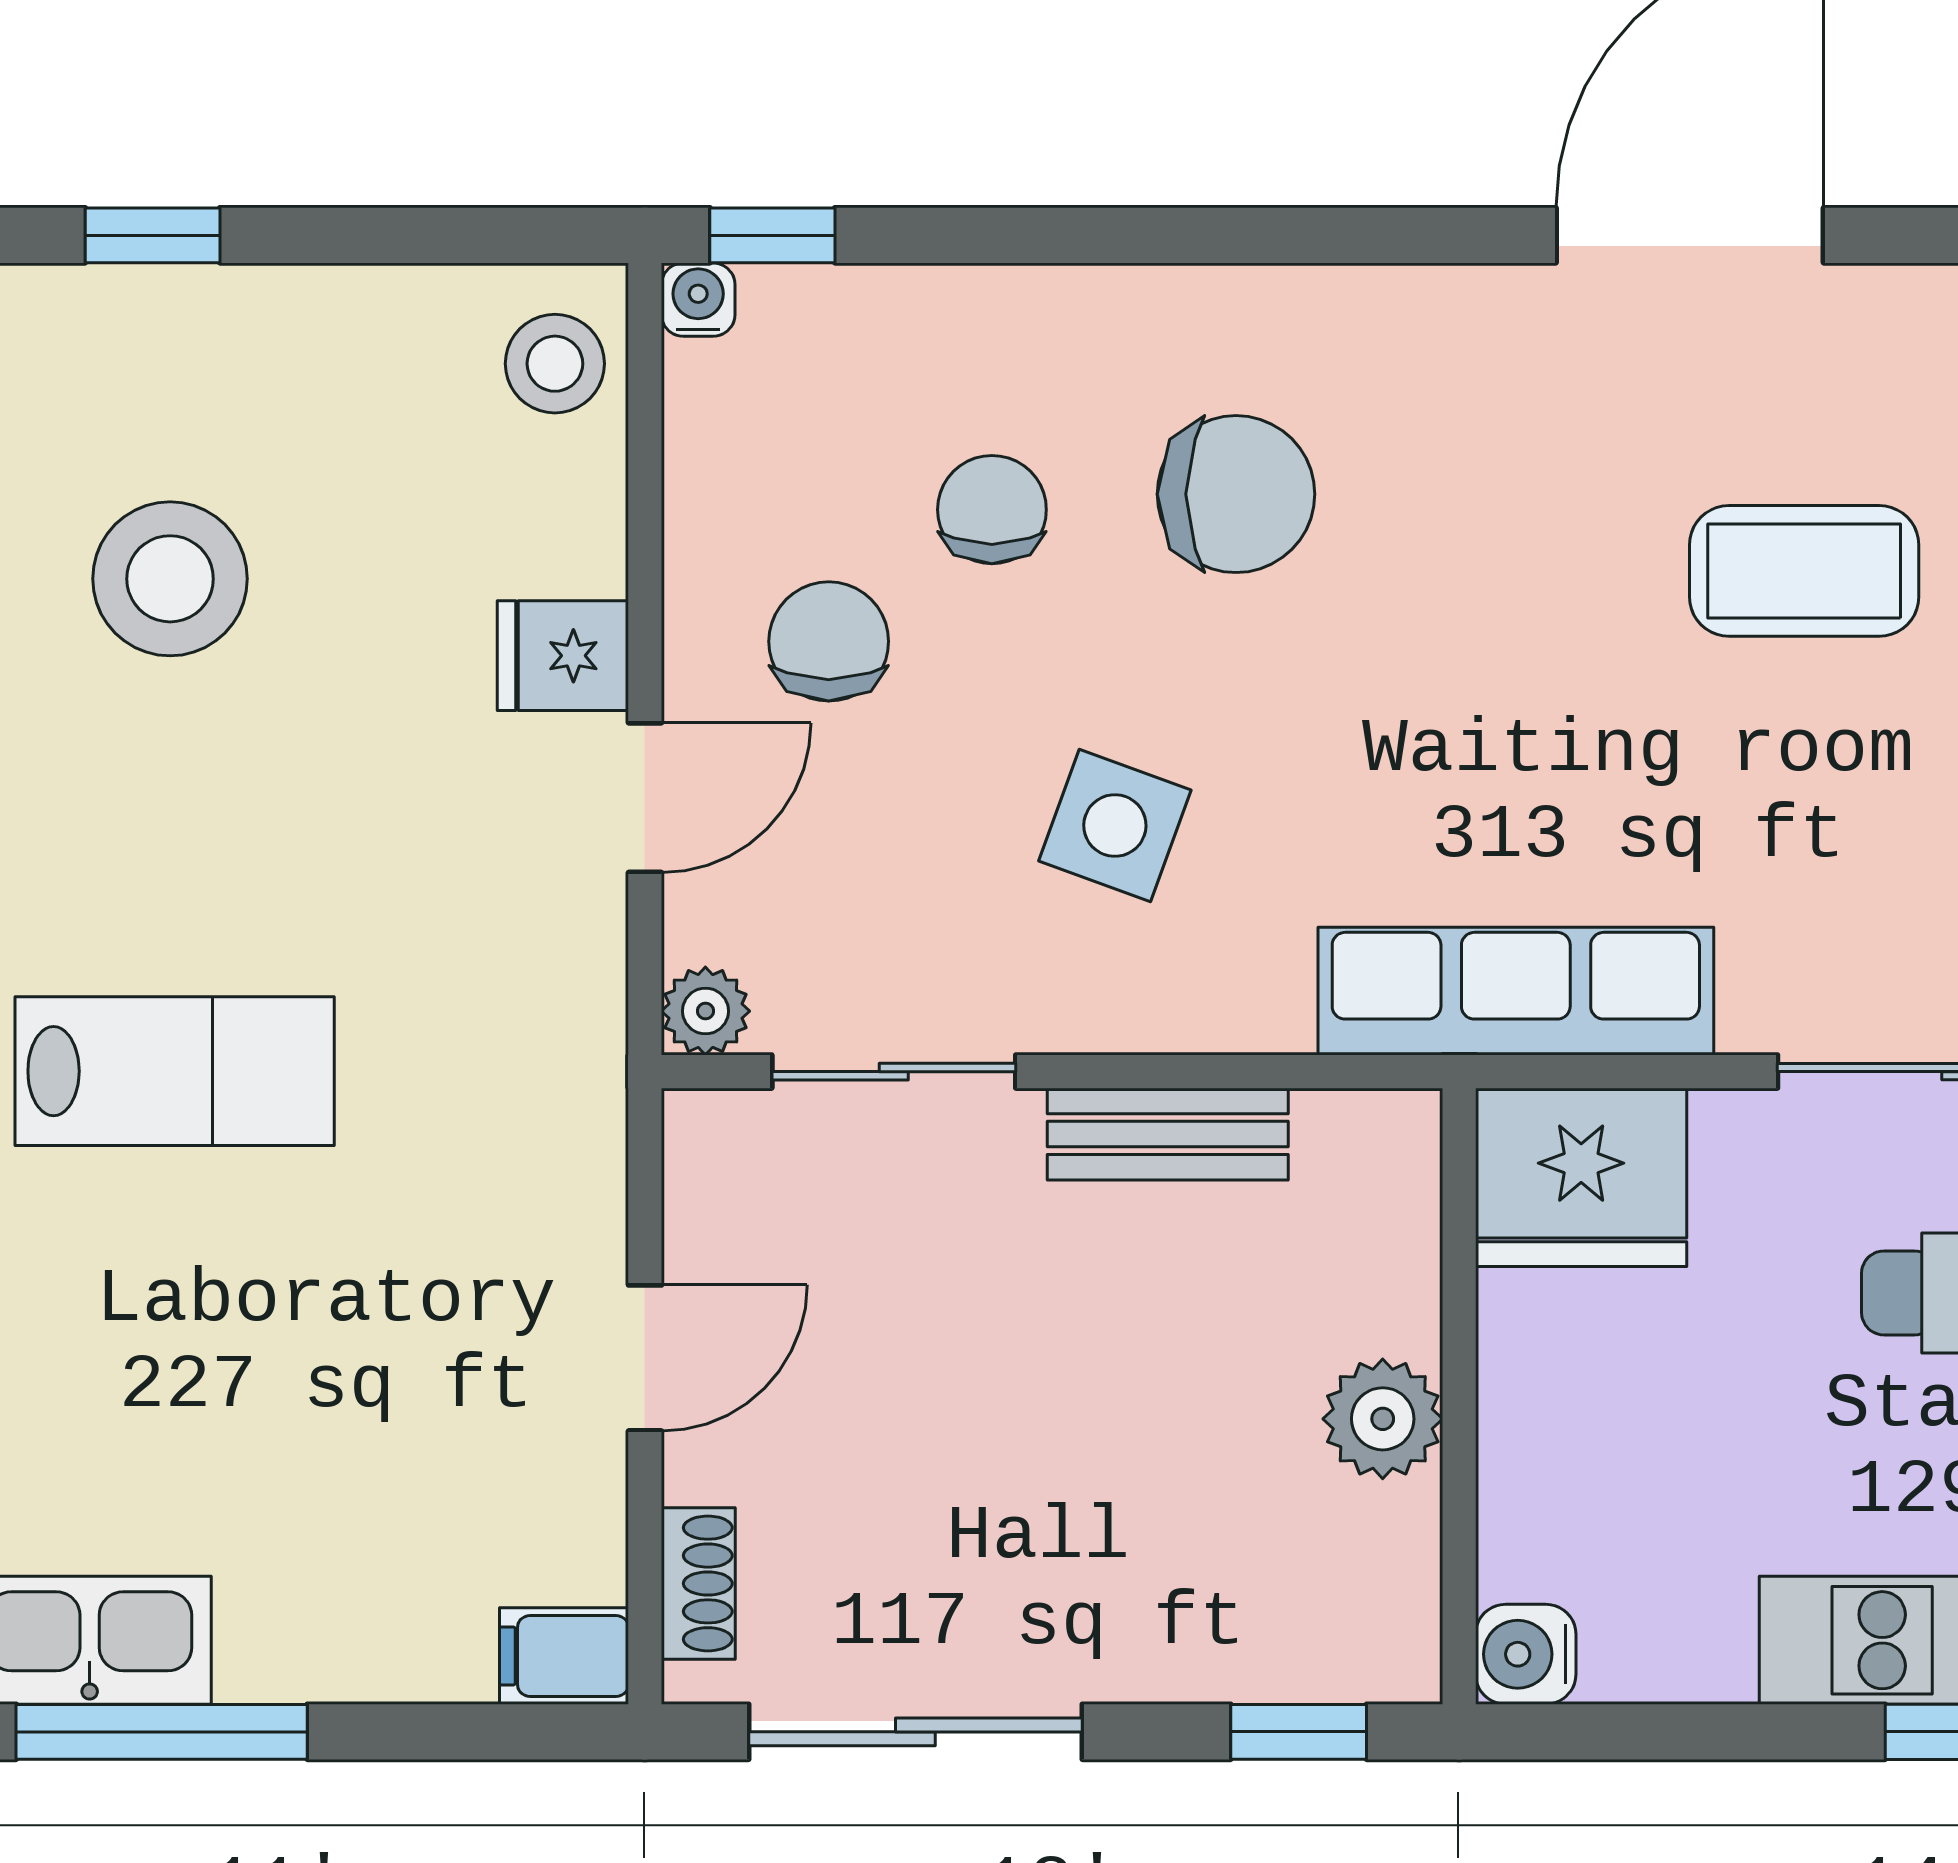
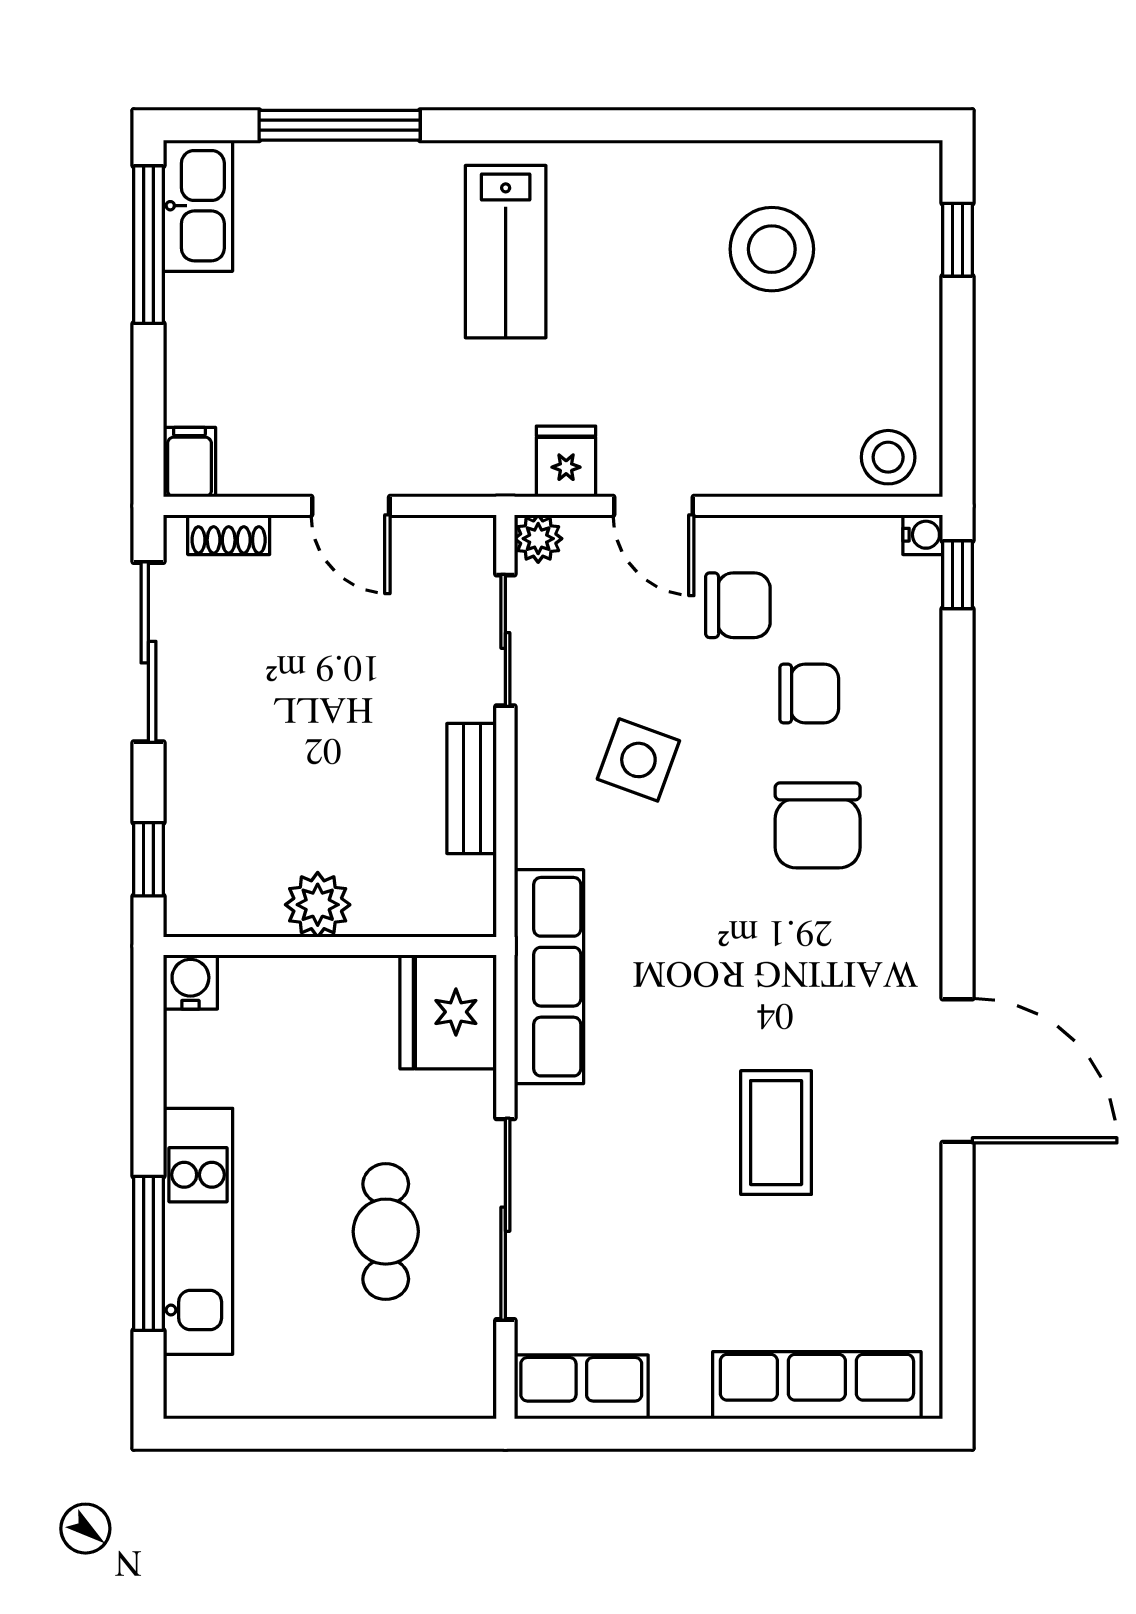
fridge: (563, 656) -> (566, 462), moved

